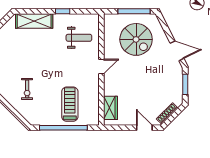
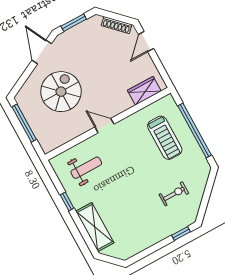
weight bench: (79, 38) -> (86, 168), turned 90
spiral stairs: (136, 39) -> (61, 92), moved
treadmill: (70, 104) -> (165, 138), turned -90

